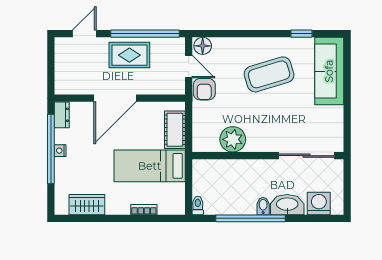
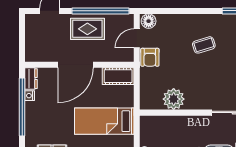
door: (189, 67) -> (137, 38), swing flipped
coffee table: (269, 74) -> (204, 45), width x0.54, depth x0.58
cot: (175, 130) -> (118, 76), moved, turned 90
nightstand: (60, 151) -> (30, 96), moved

